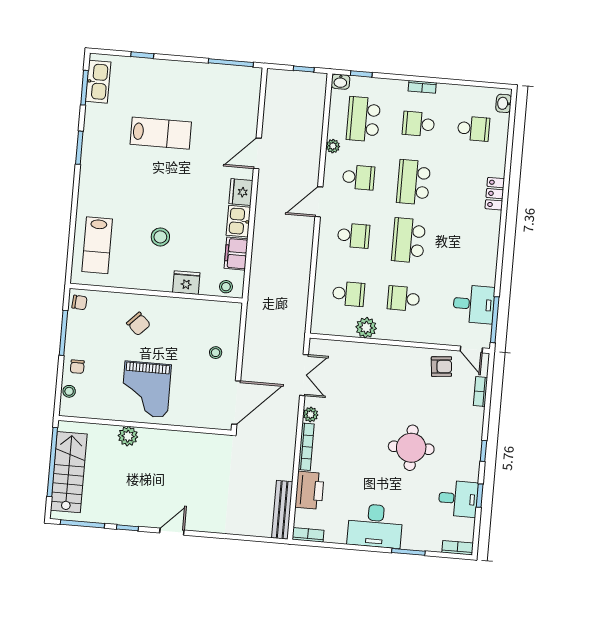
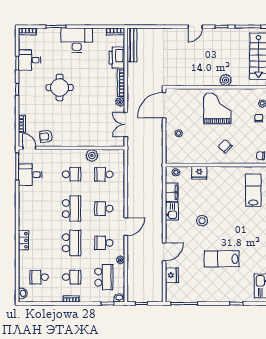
fridge: (241, 192) -> (172, 275), moved
stool: (160, 237) -> (202, 221), moved

